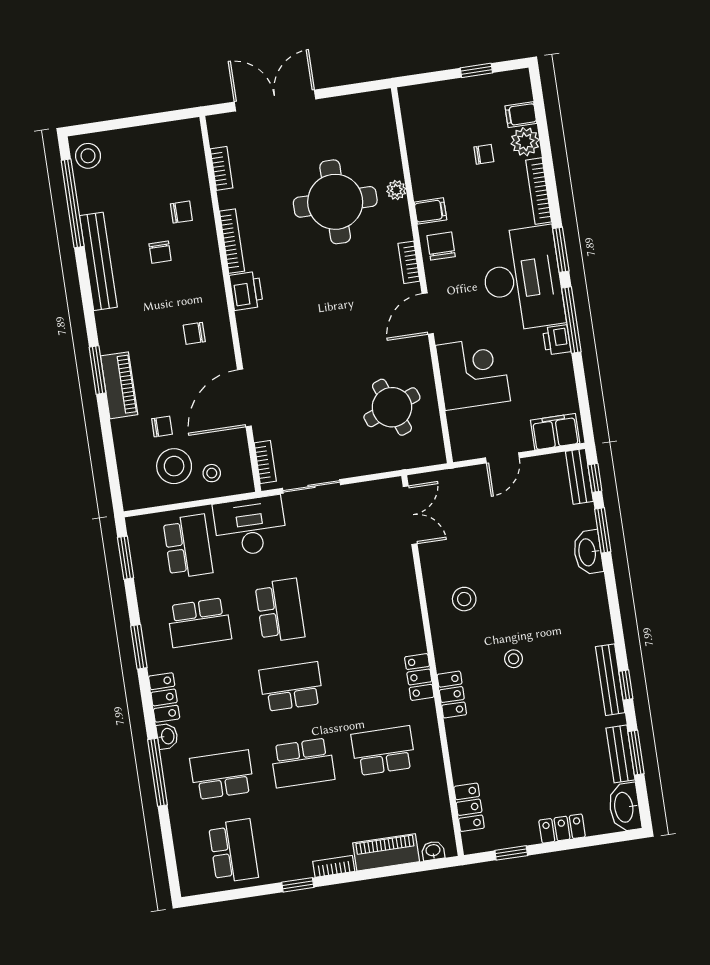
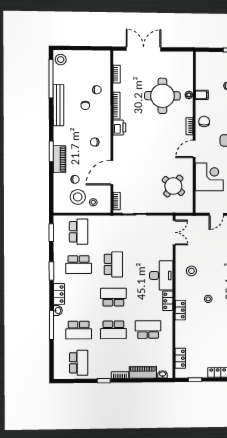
filing cabinet: (430, 211) -> (202, 95), moved
round table: (392, 407) -> (173, 186), turned -30
desk: (250, 526) -> (161, 275), moved, turned 90
school desk: (222, 775) -> (79, 330), turned 180

